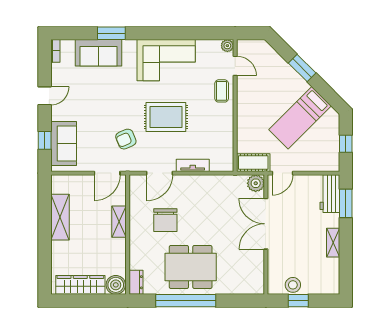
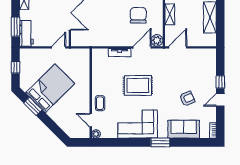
window: (111, 33) -> (160, 142), moved
window: (302, 68) -> (33, 106), moved
bed: (300, 118) -> (50, 88), width x1.50
armchair: (126, 139) -> (187, 99), moved
window: (45, 140) -> (220, 82), moved
sofa: (64, 144) -> (207, 67), removed
cot: (253, 163) -> (78, 54), removed
plant: (256, 183) -> (157, 40), moved

